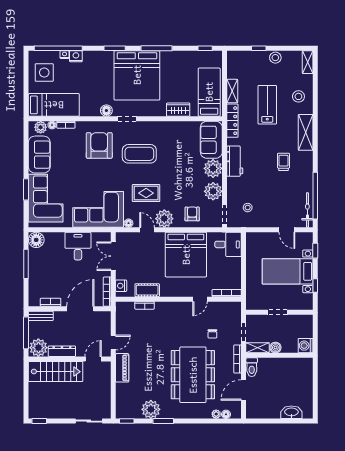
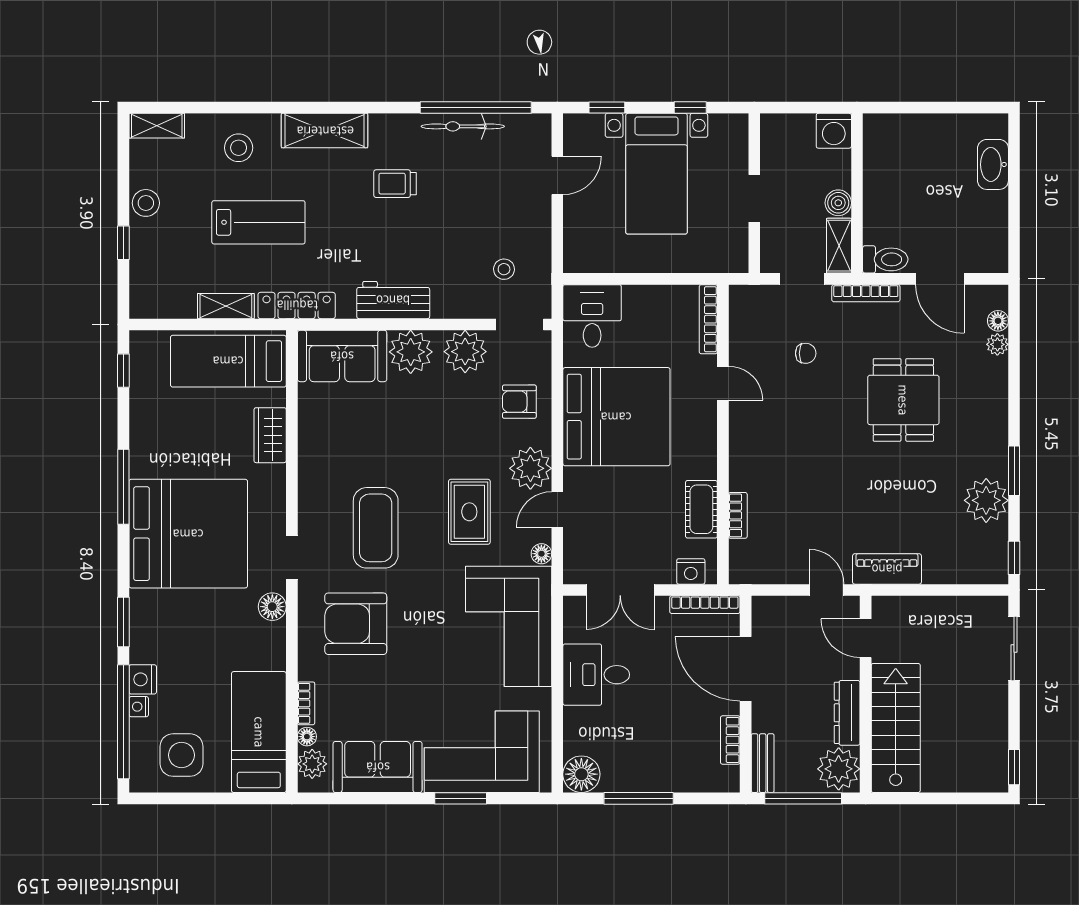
window: (115, 48) -> (123, 622), moved
lab bench: (267, 105) -> (258, 222), turned 180
bicycle: (307, 210) -> (463, 126), moved
dining table: (193, 375) -> (903, 400), width x0.53, depth x0.80

